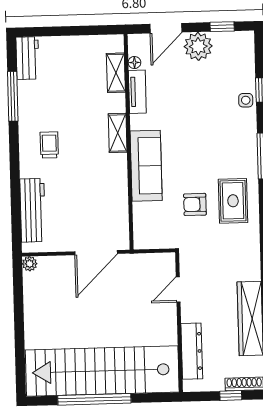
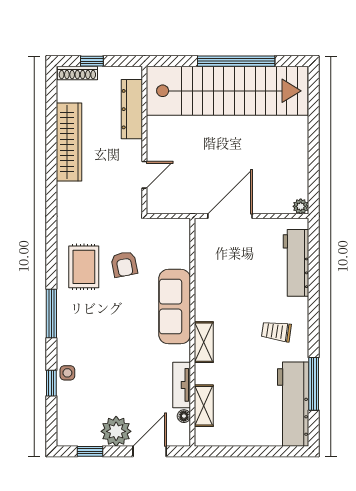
workbench: (27, 58) -> (293, 404), width x1.88, depth x1.32
trolley: (49, 145) -> (276, 331), turned 98
armchair: (195, 204) -> (124, 264), turned 79

